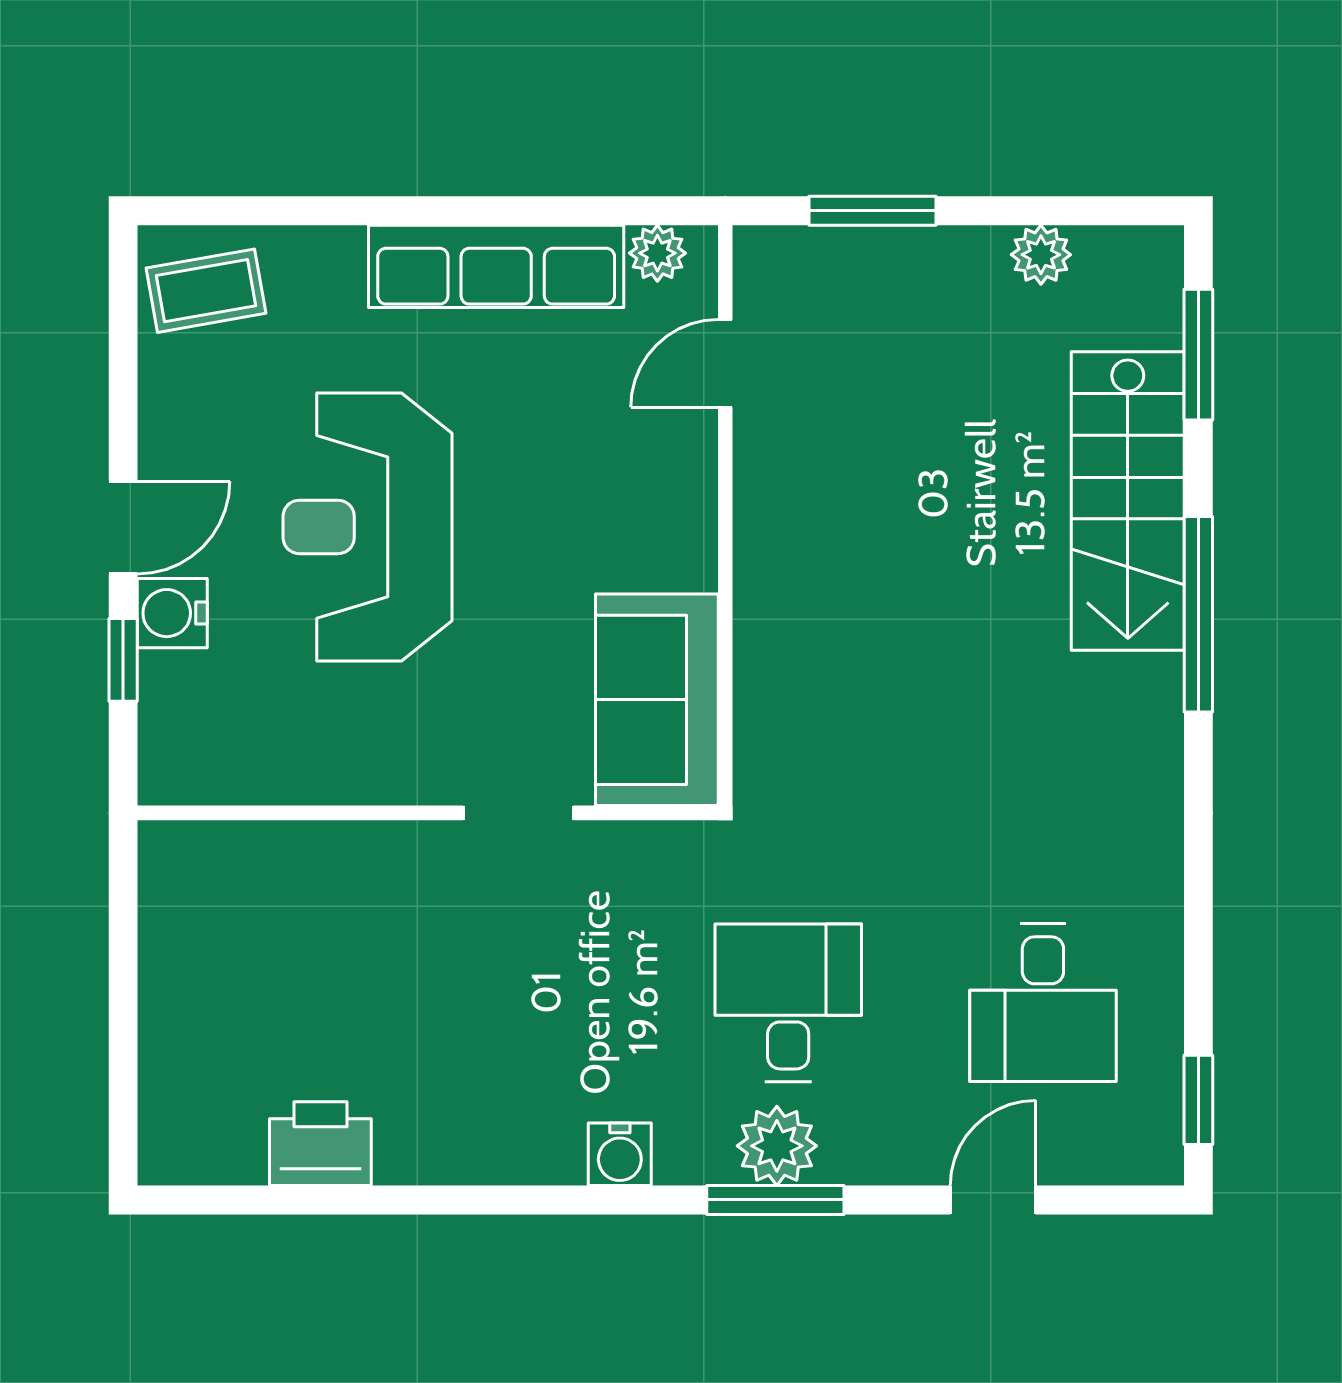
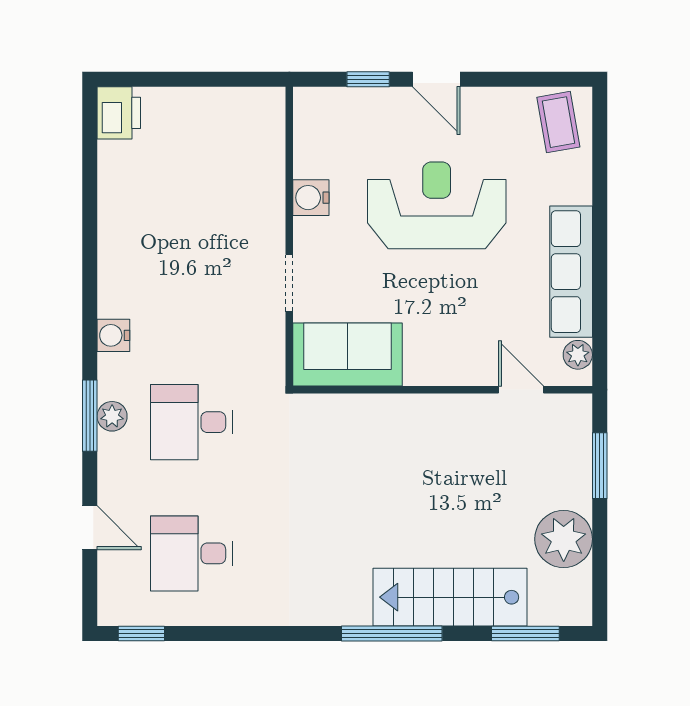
plant: (1041, 255) -> (564, 539), width x1.88, depth x1.88
water cooler: (172, 613) -> (311, 198), moved, turned -90
desk: (788, 1003) -> (191, 422), turned 180
printer: (320, 1144) -> (119, 113), moved
plant: (777, 1146) -> (112, 416), width x0.73, depth x0.73

